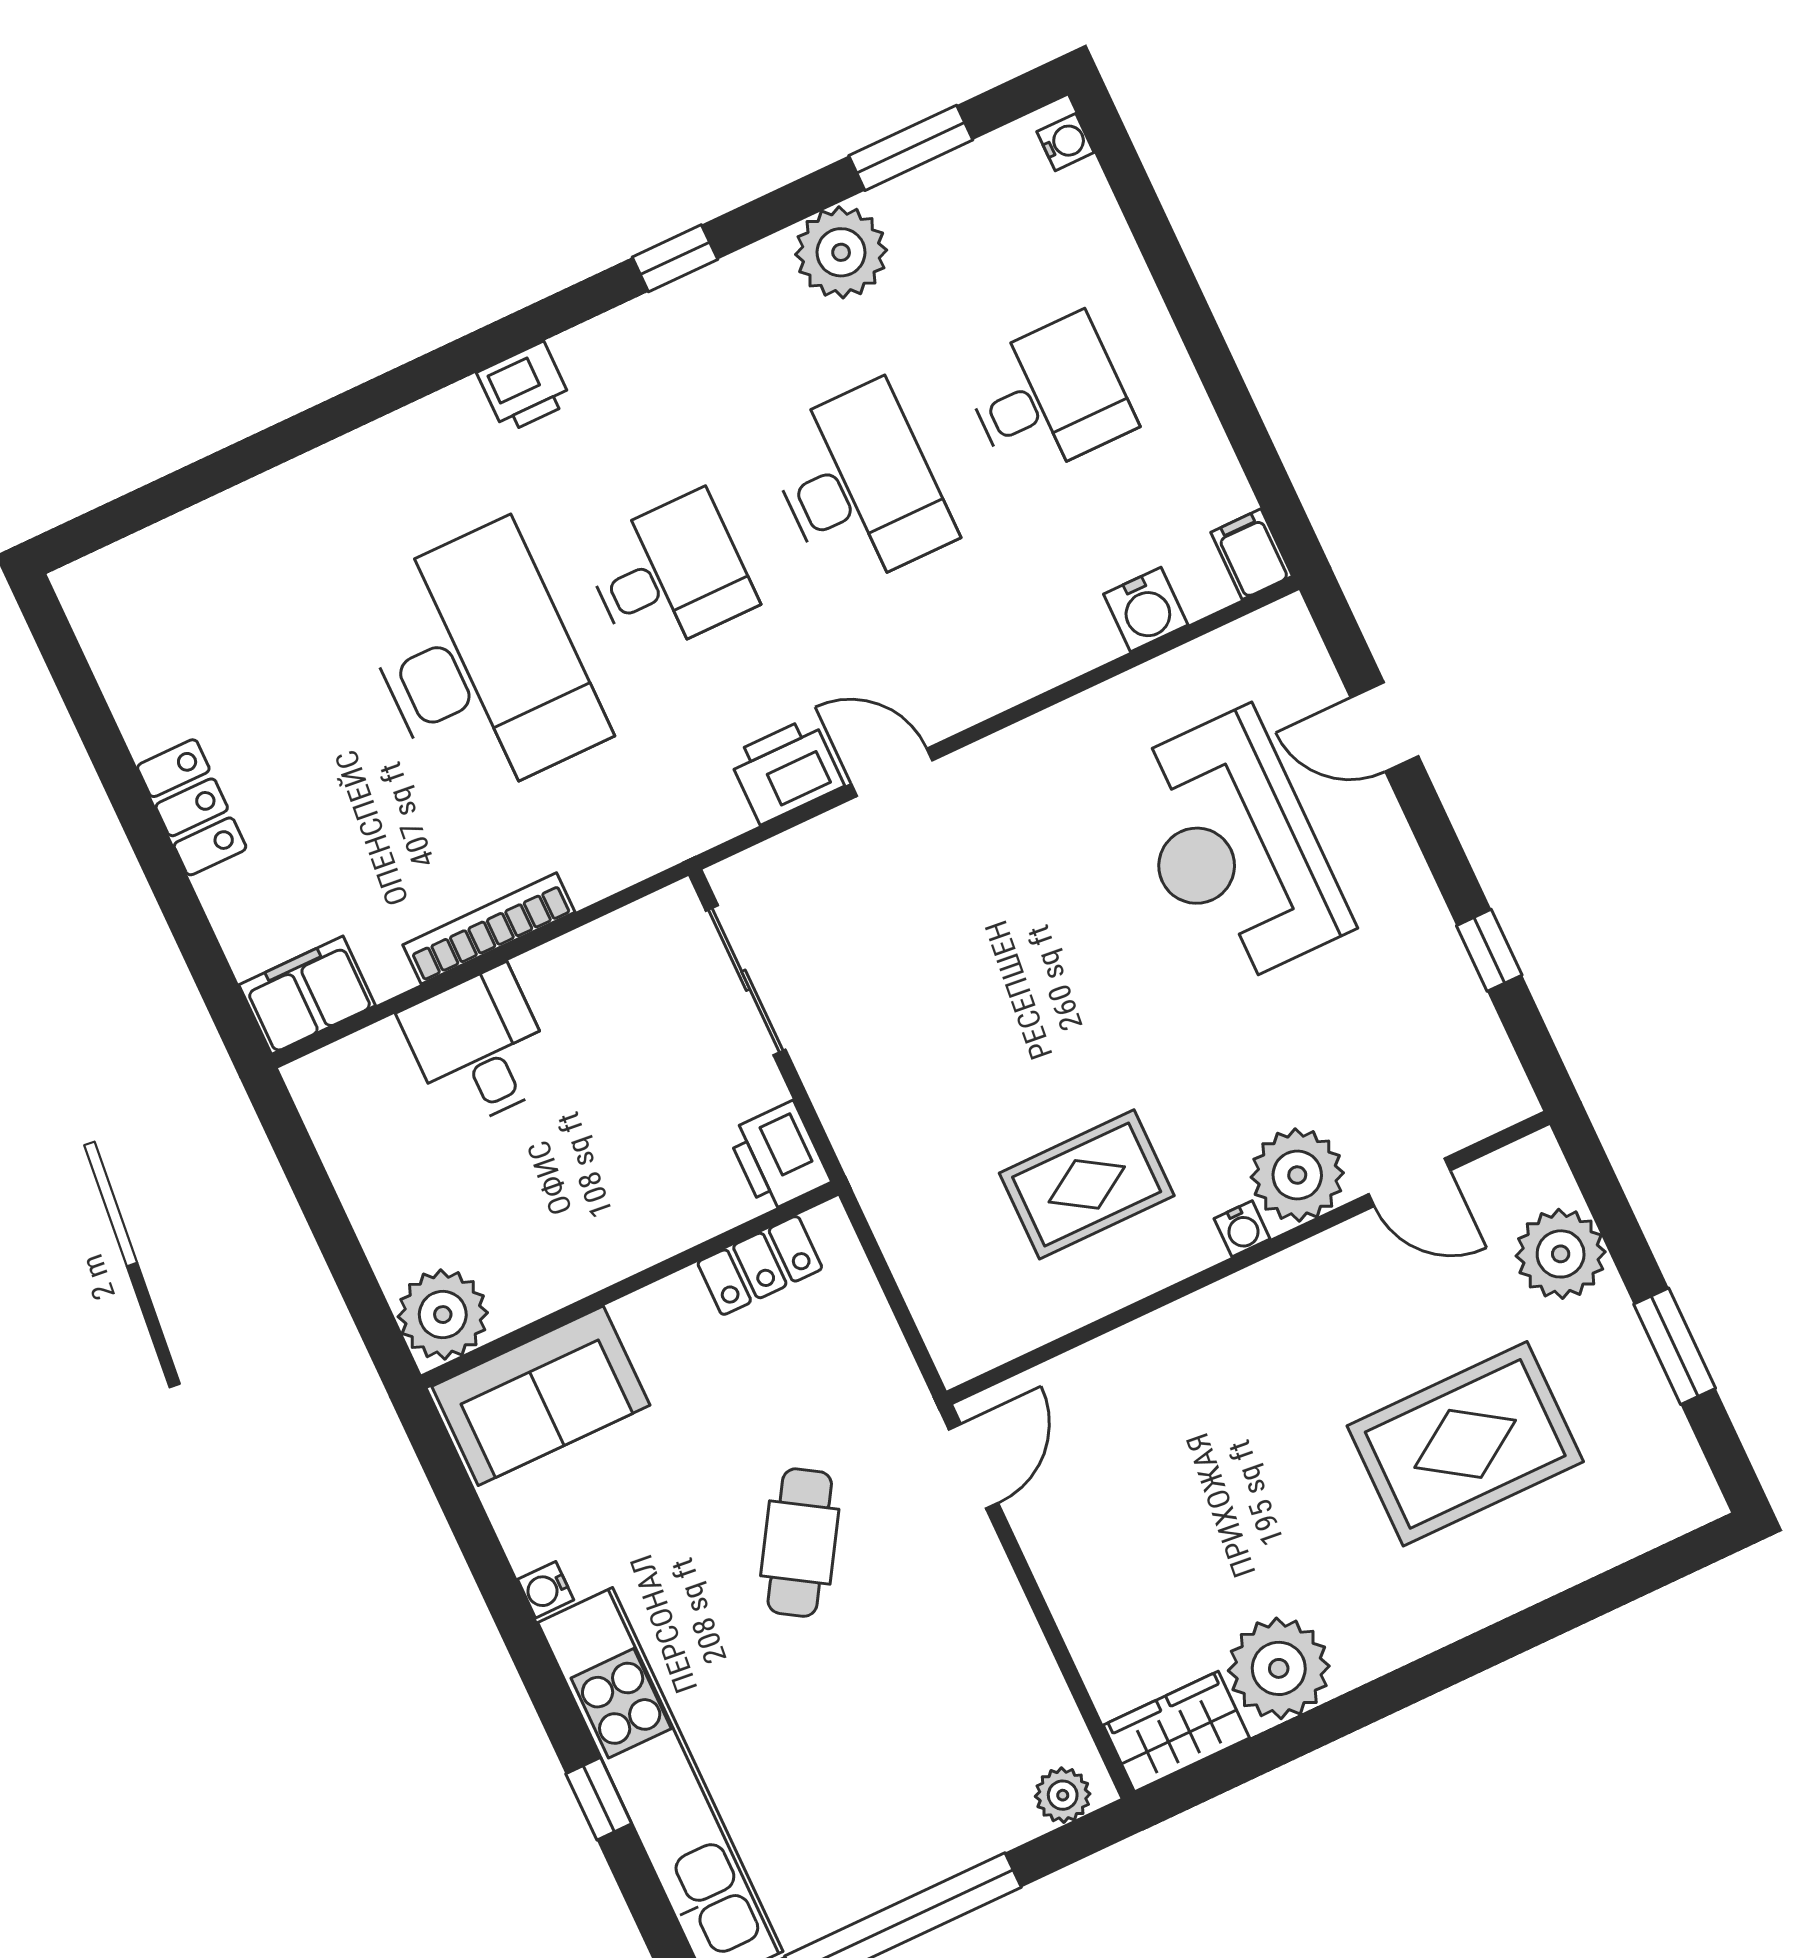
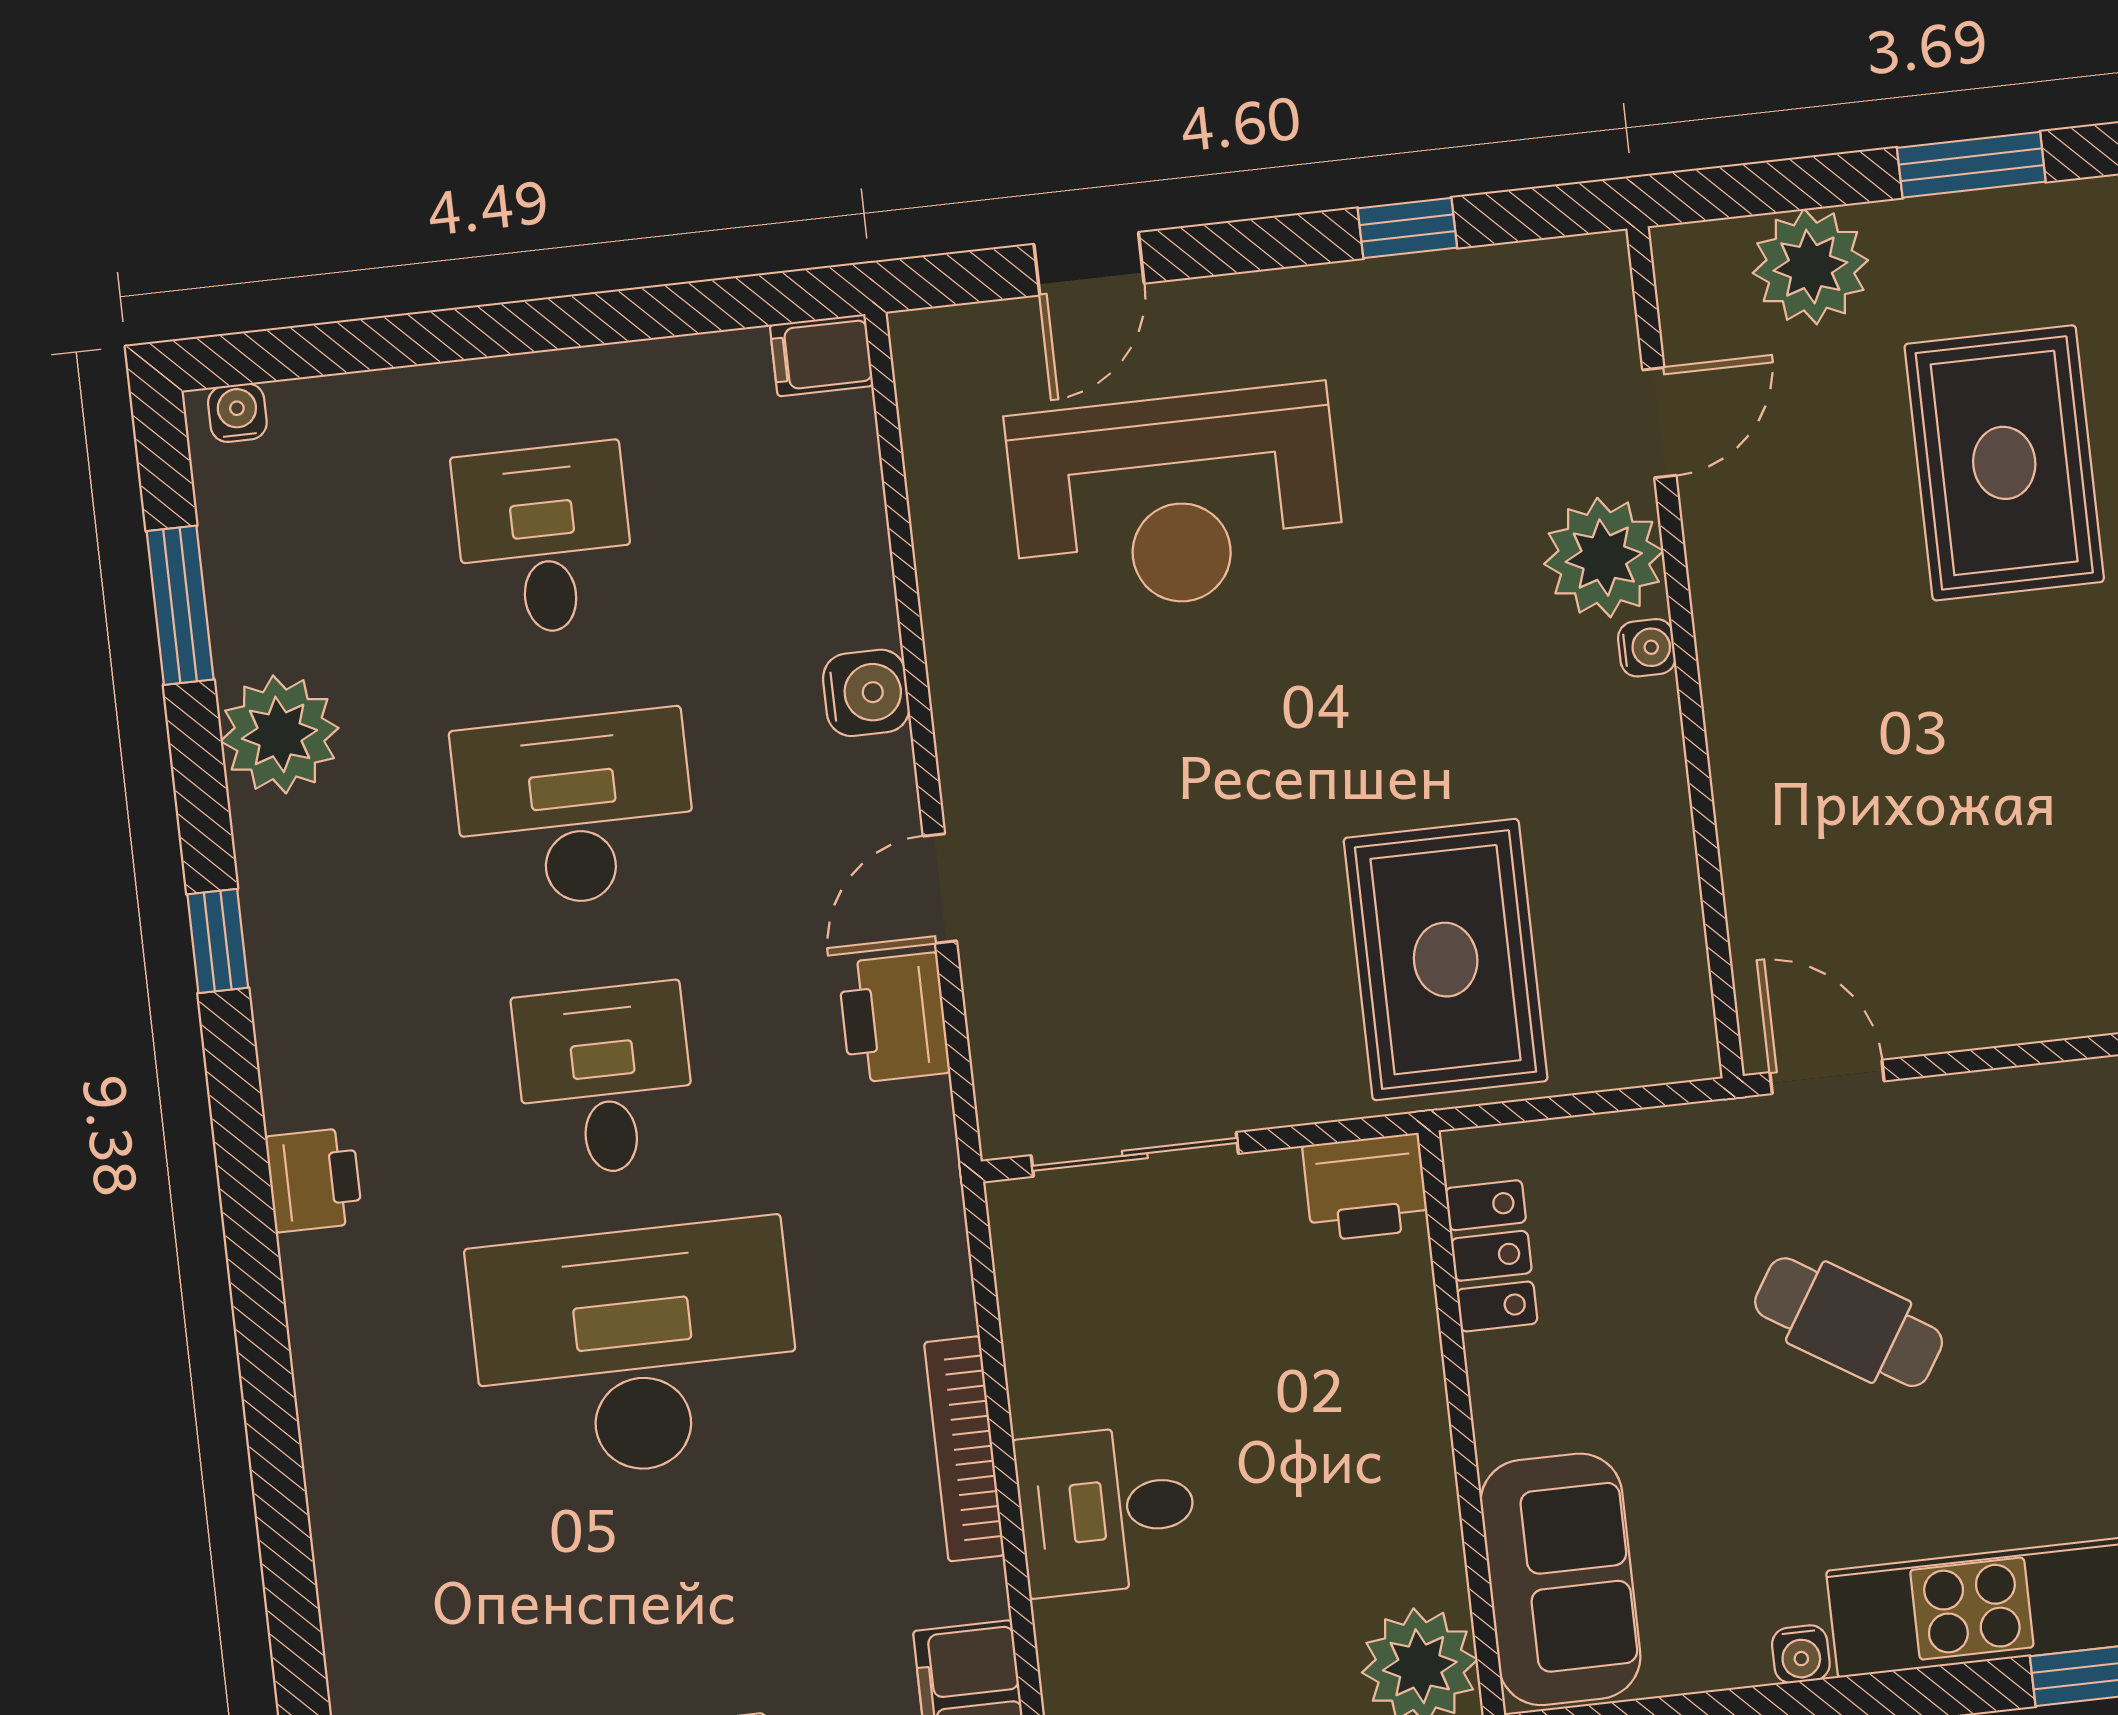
water cooler: (1146, 610) -> (866, 693), moved
rug: (1087, 1184) -> (1446, 960), moved, width x1.36, depth x1.43

